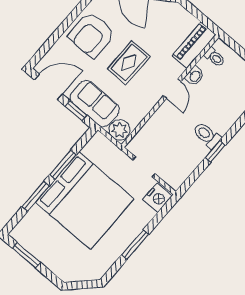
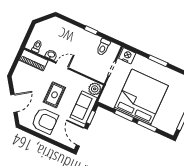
rug: (129, 63) -> (54, 95), turned 90
toilet: (207, 135) -> (103, 47), moved

